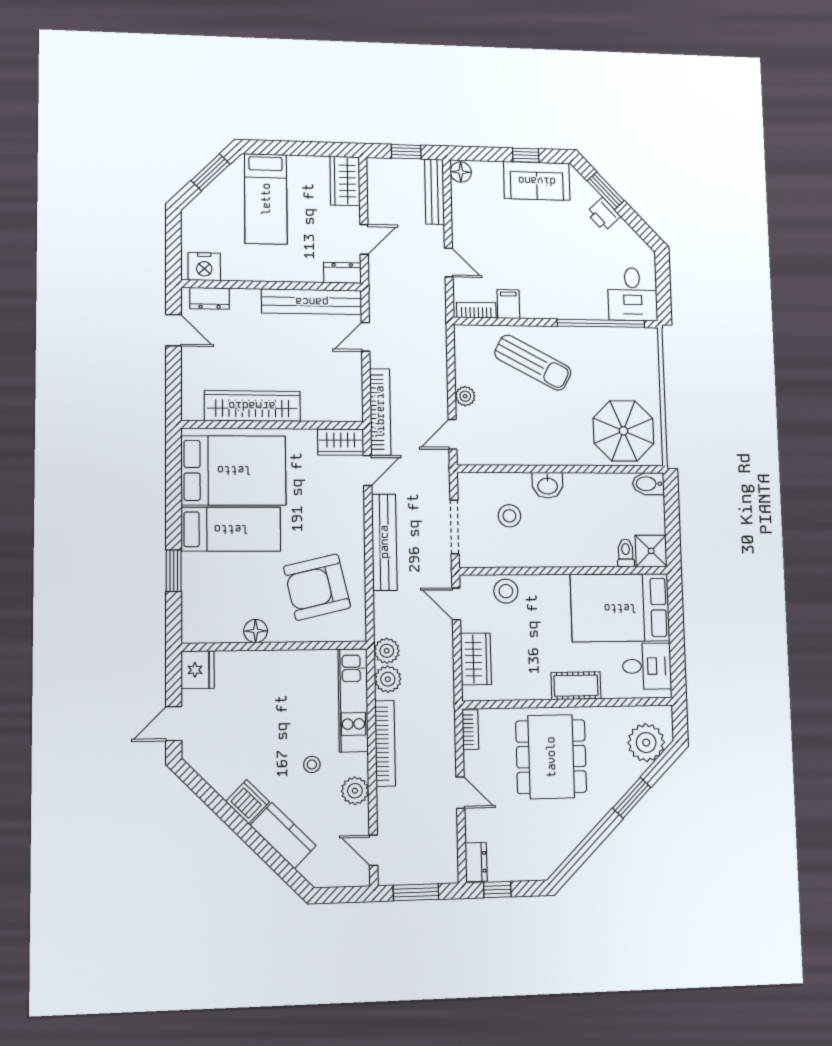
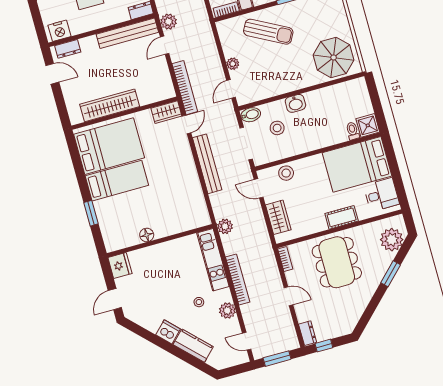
bidet: (648, 484) -> (251, 115), moved, turned 180
armchair: (317, 587) -> (175, 200), removed
plant: (388, 679) -> (169, 22), moved

